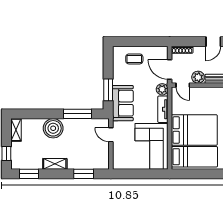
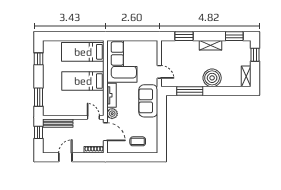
plant: (198, 77) -> (79, 125), removed
window: (108, 90) -> (162, 113), removed
bed: (194, 130) -> (83, 81), width x0.67

